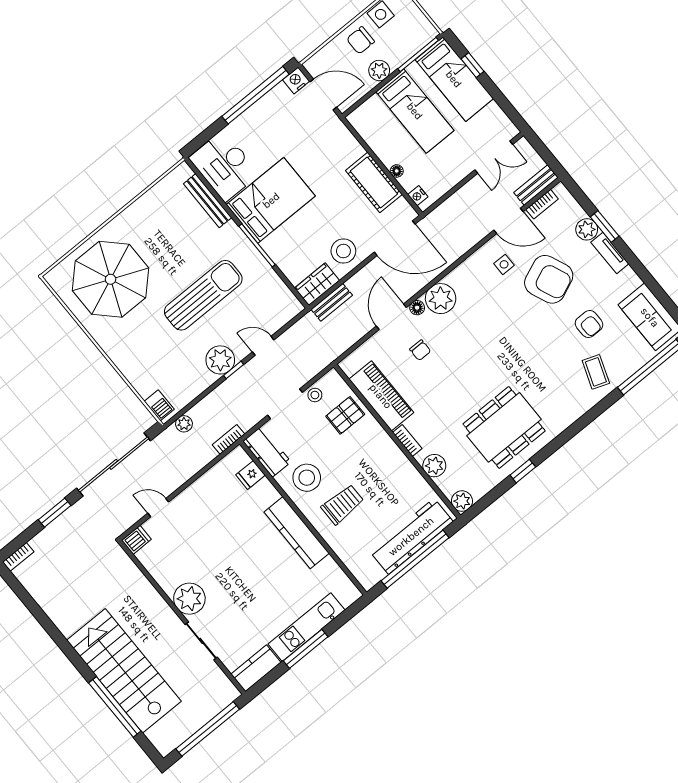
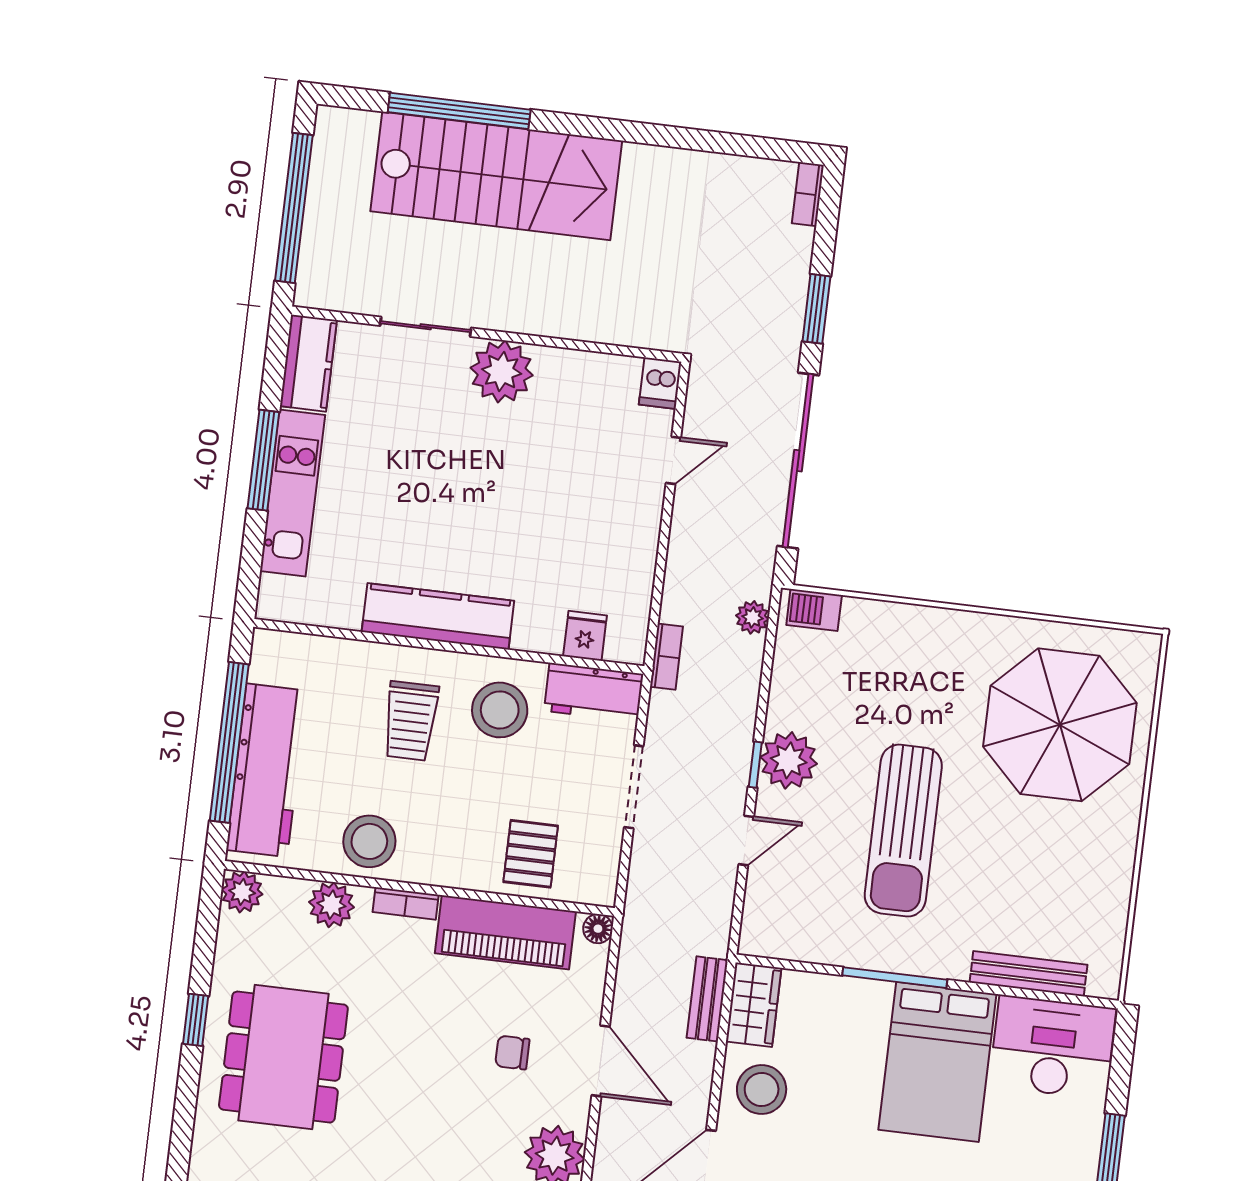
floor lamp: (417, 308) -> (598, 929), moved
stool: (315, 395) -> (369, 841), moved, width x1.89, depth x1.89

